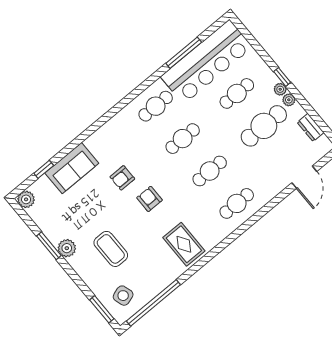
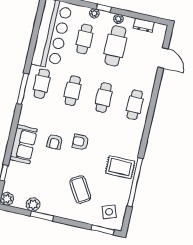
window: (184, 53) -> (23, 89), moved
plant: (280, 89) -> (94, 13), moved
sofa: (72, 168) -> (23, 144), moved
rug: (184, 244) -> (120, 167), moved
plant: (67, 248) -> (33, 205), moved
coffee table: (111, 249) -> (80, 190), turned 59
window: (153, 303) -> (135, 182), moved

